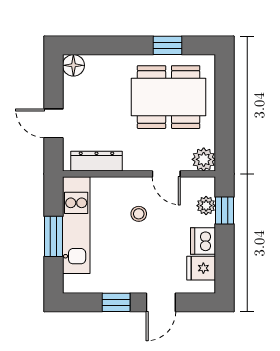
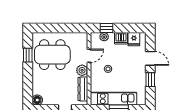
dining table: (169, 97) -> (52, 55), turned 90
plant: (204, 159) -> (82, 70), moved

